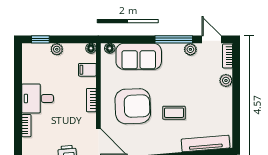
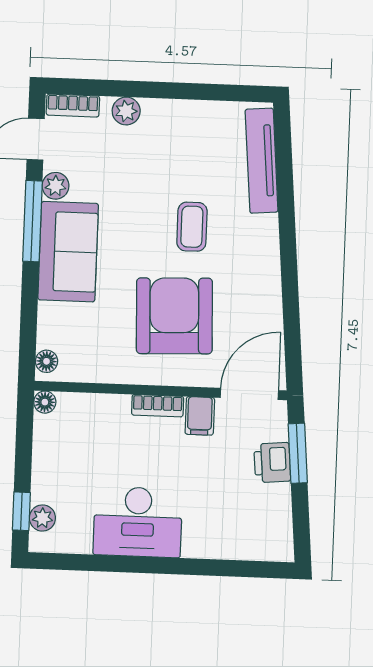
plant: (57, 49) -> (42, 518), moved
sofa: (139, 56) -> (68, 252), moved
filing cabinet: (87, 70) -> (200, 416), moved
desk: (38, 98) -> (138, 522), width x1.37
bookcase: (26, 126) -> (208, 549), removed

